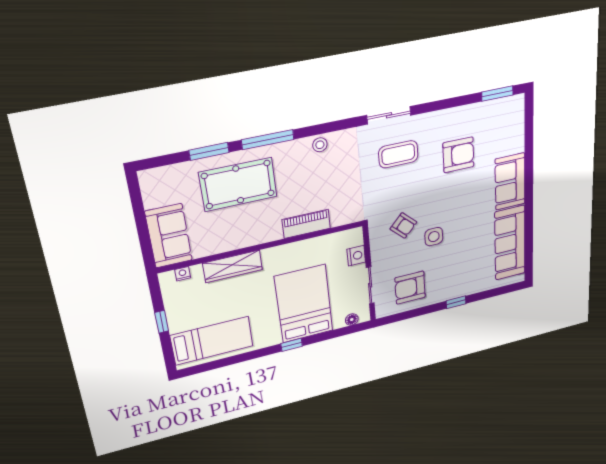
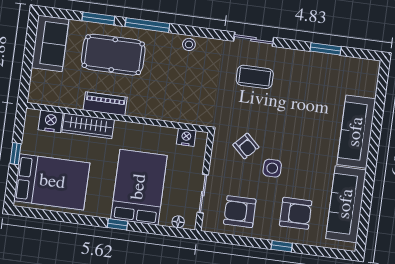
window: (497, 94) -> (326, 49), moved
armchair: (458, 155) -> (296, 213), moved
sofa: (510, 182) -> (356, 132), width x1.36
piano: (306, 224) -> (105, 104), moved
sofa: (169, 236) -> (50, 43), moved
nightstand: (356, 256) -> (186, 137), moved, turned -90
nightstand: (183, 274) -> (51, 121), width x1.89, depth x1.79
bed: (212, 341) -> (52, 182), width x1.50

